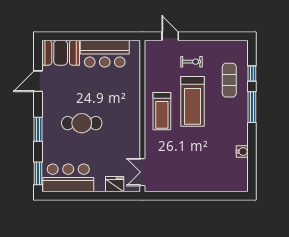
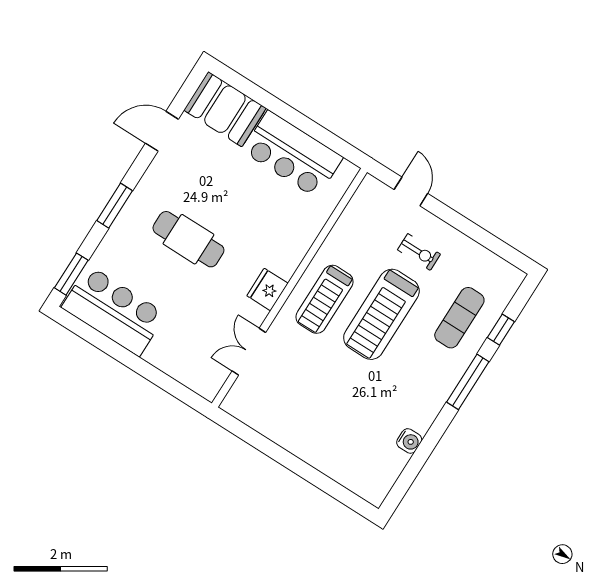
double door: (142, 172) -> (249, 352), moved
fridge: (115, 184) -> (267, 289), moved, turned -90

